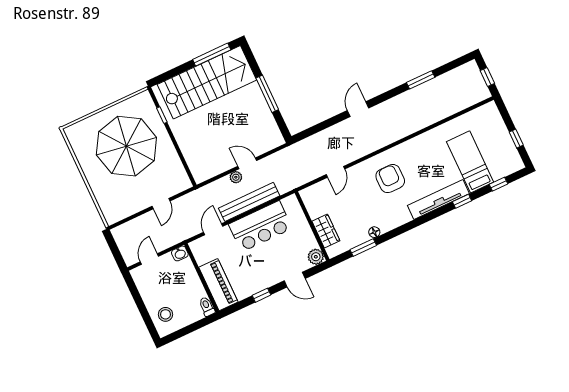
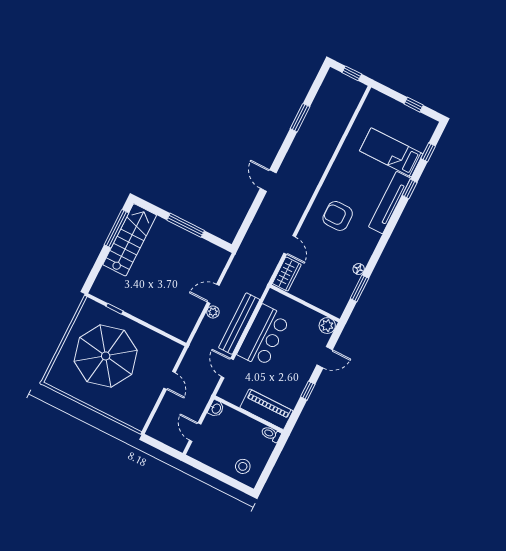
stairs: (207, 82) -> (130, 240), width x0.73, depth x0.66
wardrobe: (326, 231) -> (287, 274), moved, turned 90

